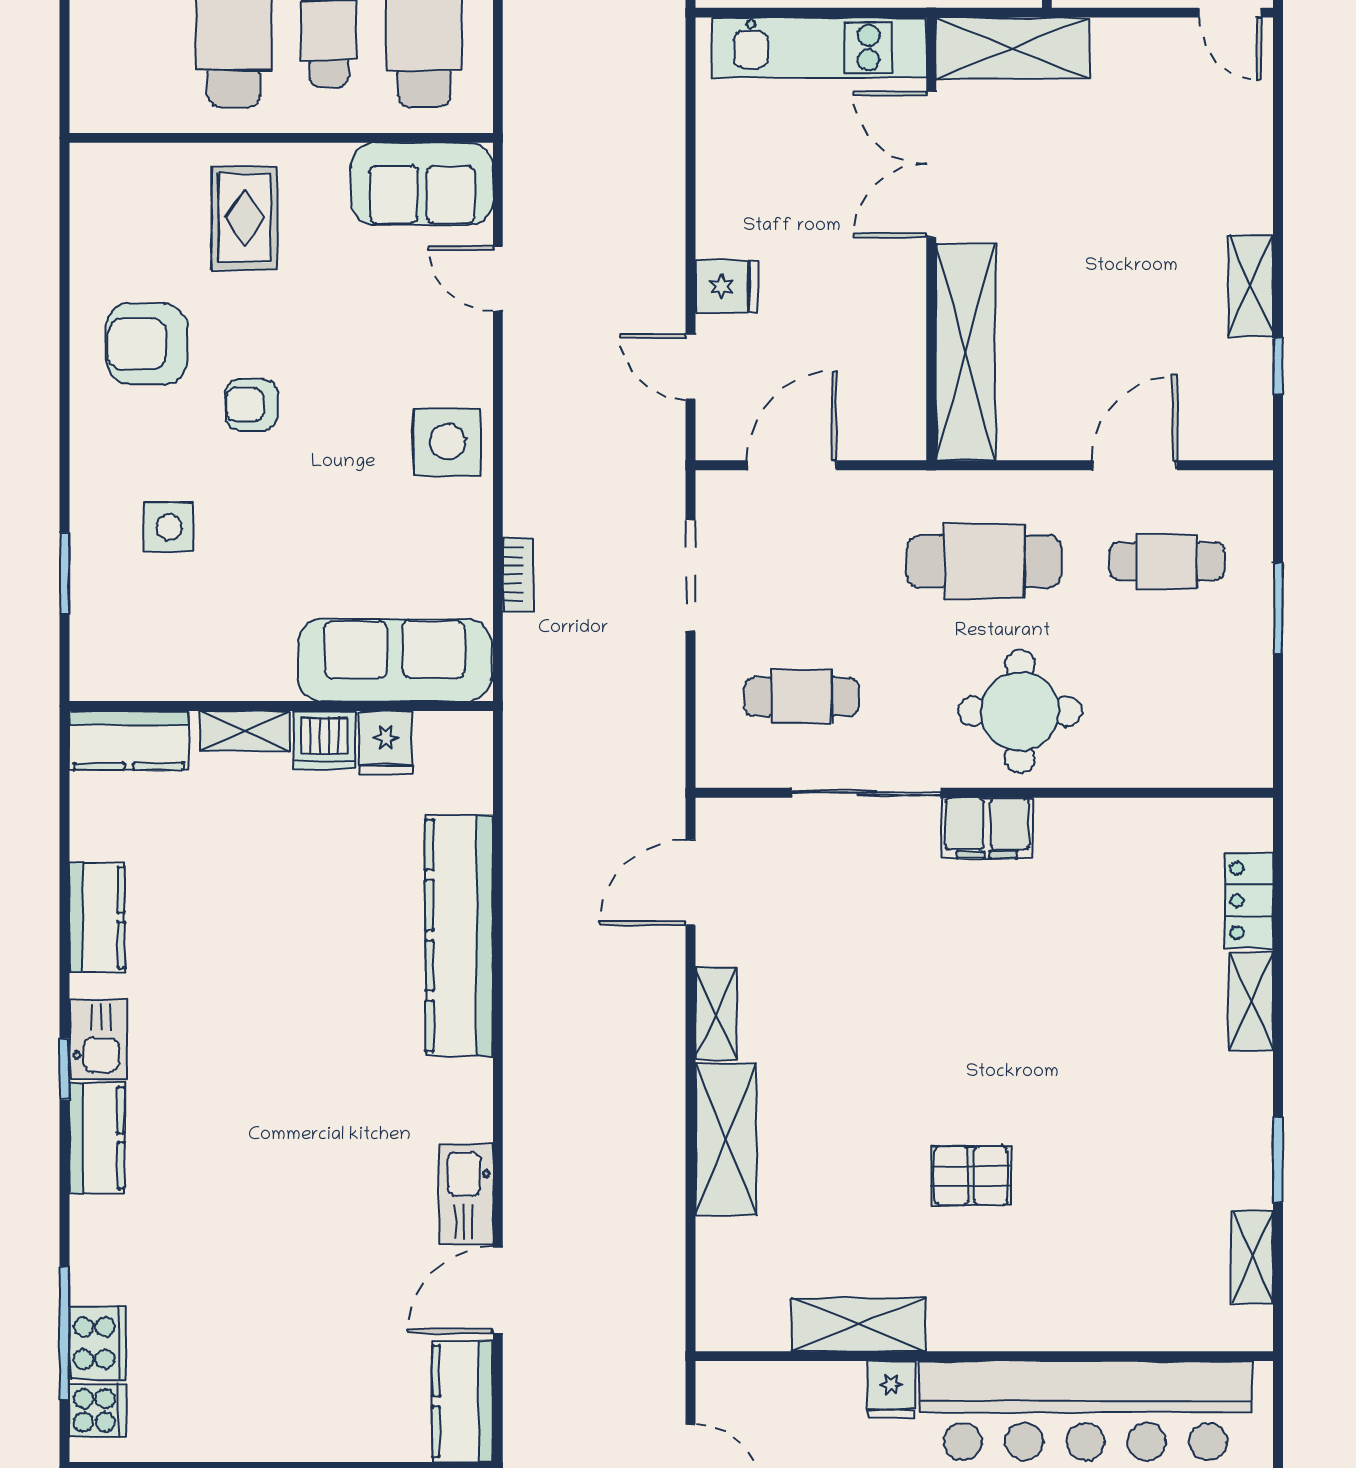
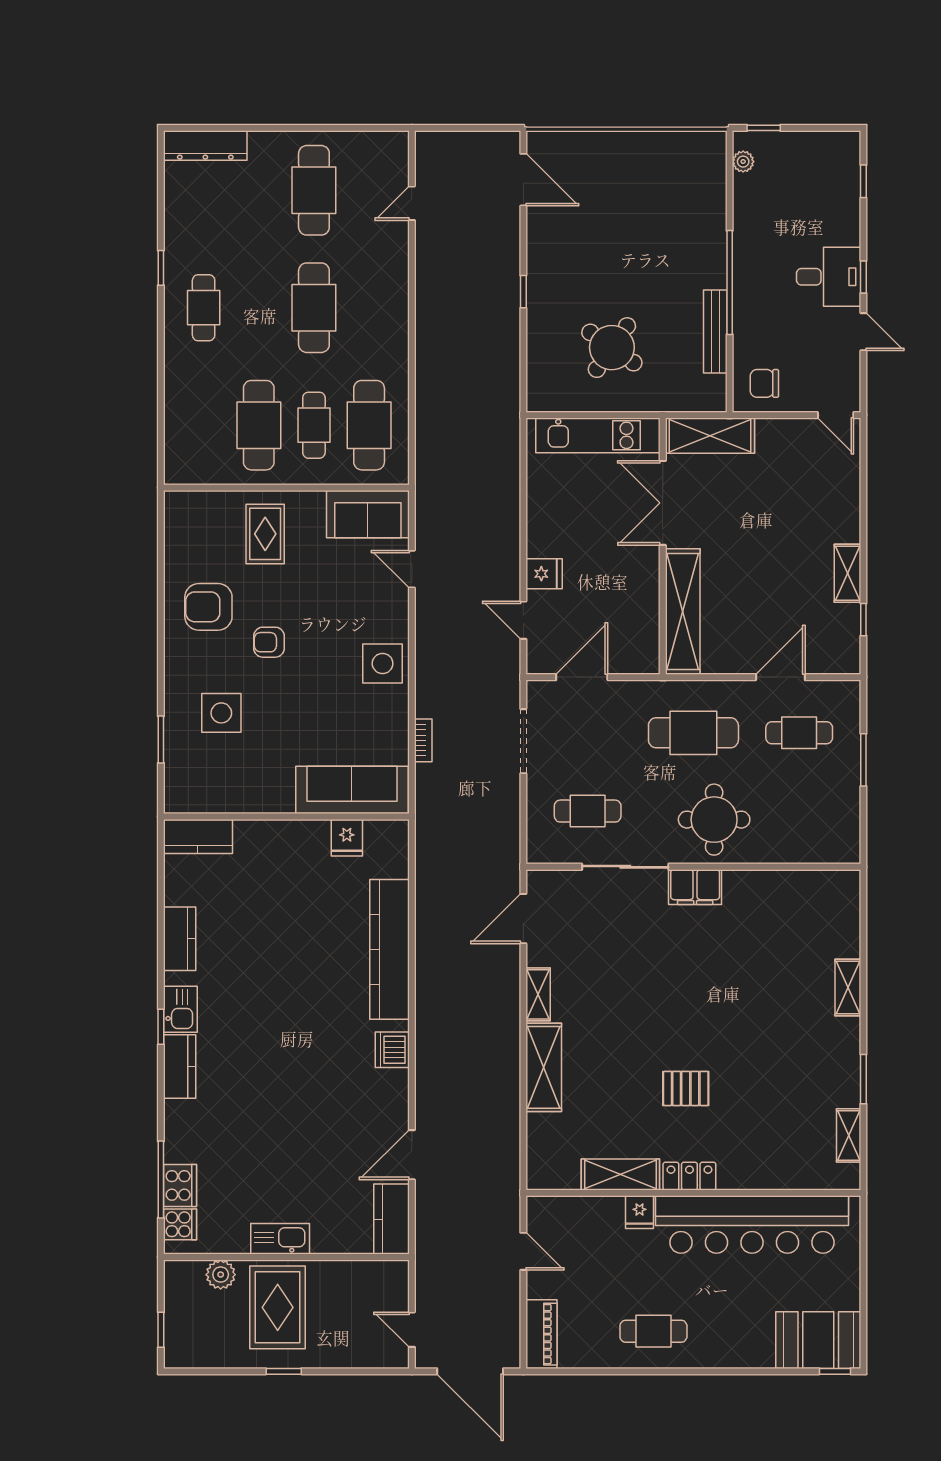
side table: (169, 527) -> (221, 713), width x1.37, depth x1.37
shelving: (244, 731) -> (265, 831), removed
dishwasher: (324, 740) -> (392, 1050), moved, turned 90
locker: (1249, 901) -> (689, 1176), moved, turned 90
kitchen sink: (466, 1194) -> (280, 1239), moved, turned 90

